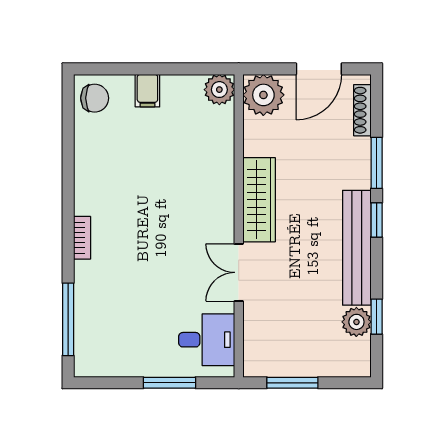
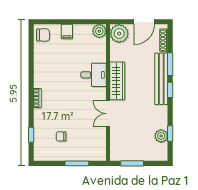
bench: (357, 248) -> (161, 79), moved
window: (68, 319) -> (31, 135), width x0.46
chair: (135, 323) -> (61, 136), added
desk: (207, 340) -> (94, 75), moved

